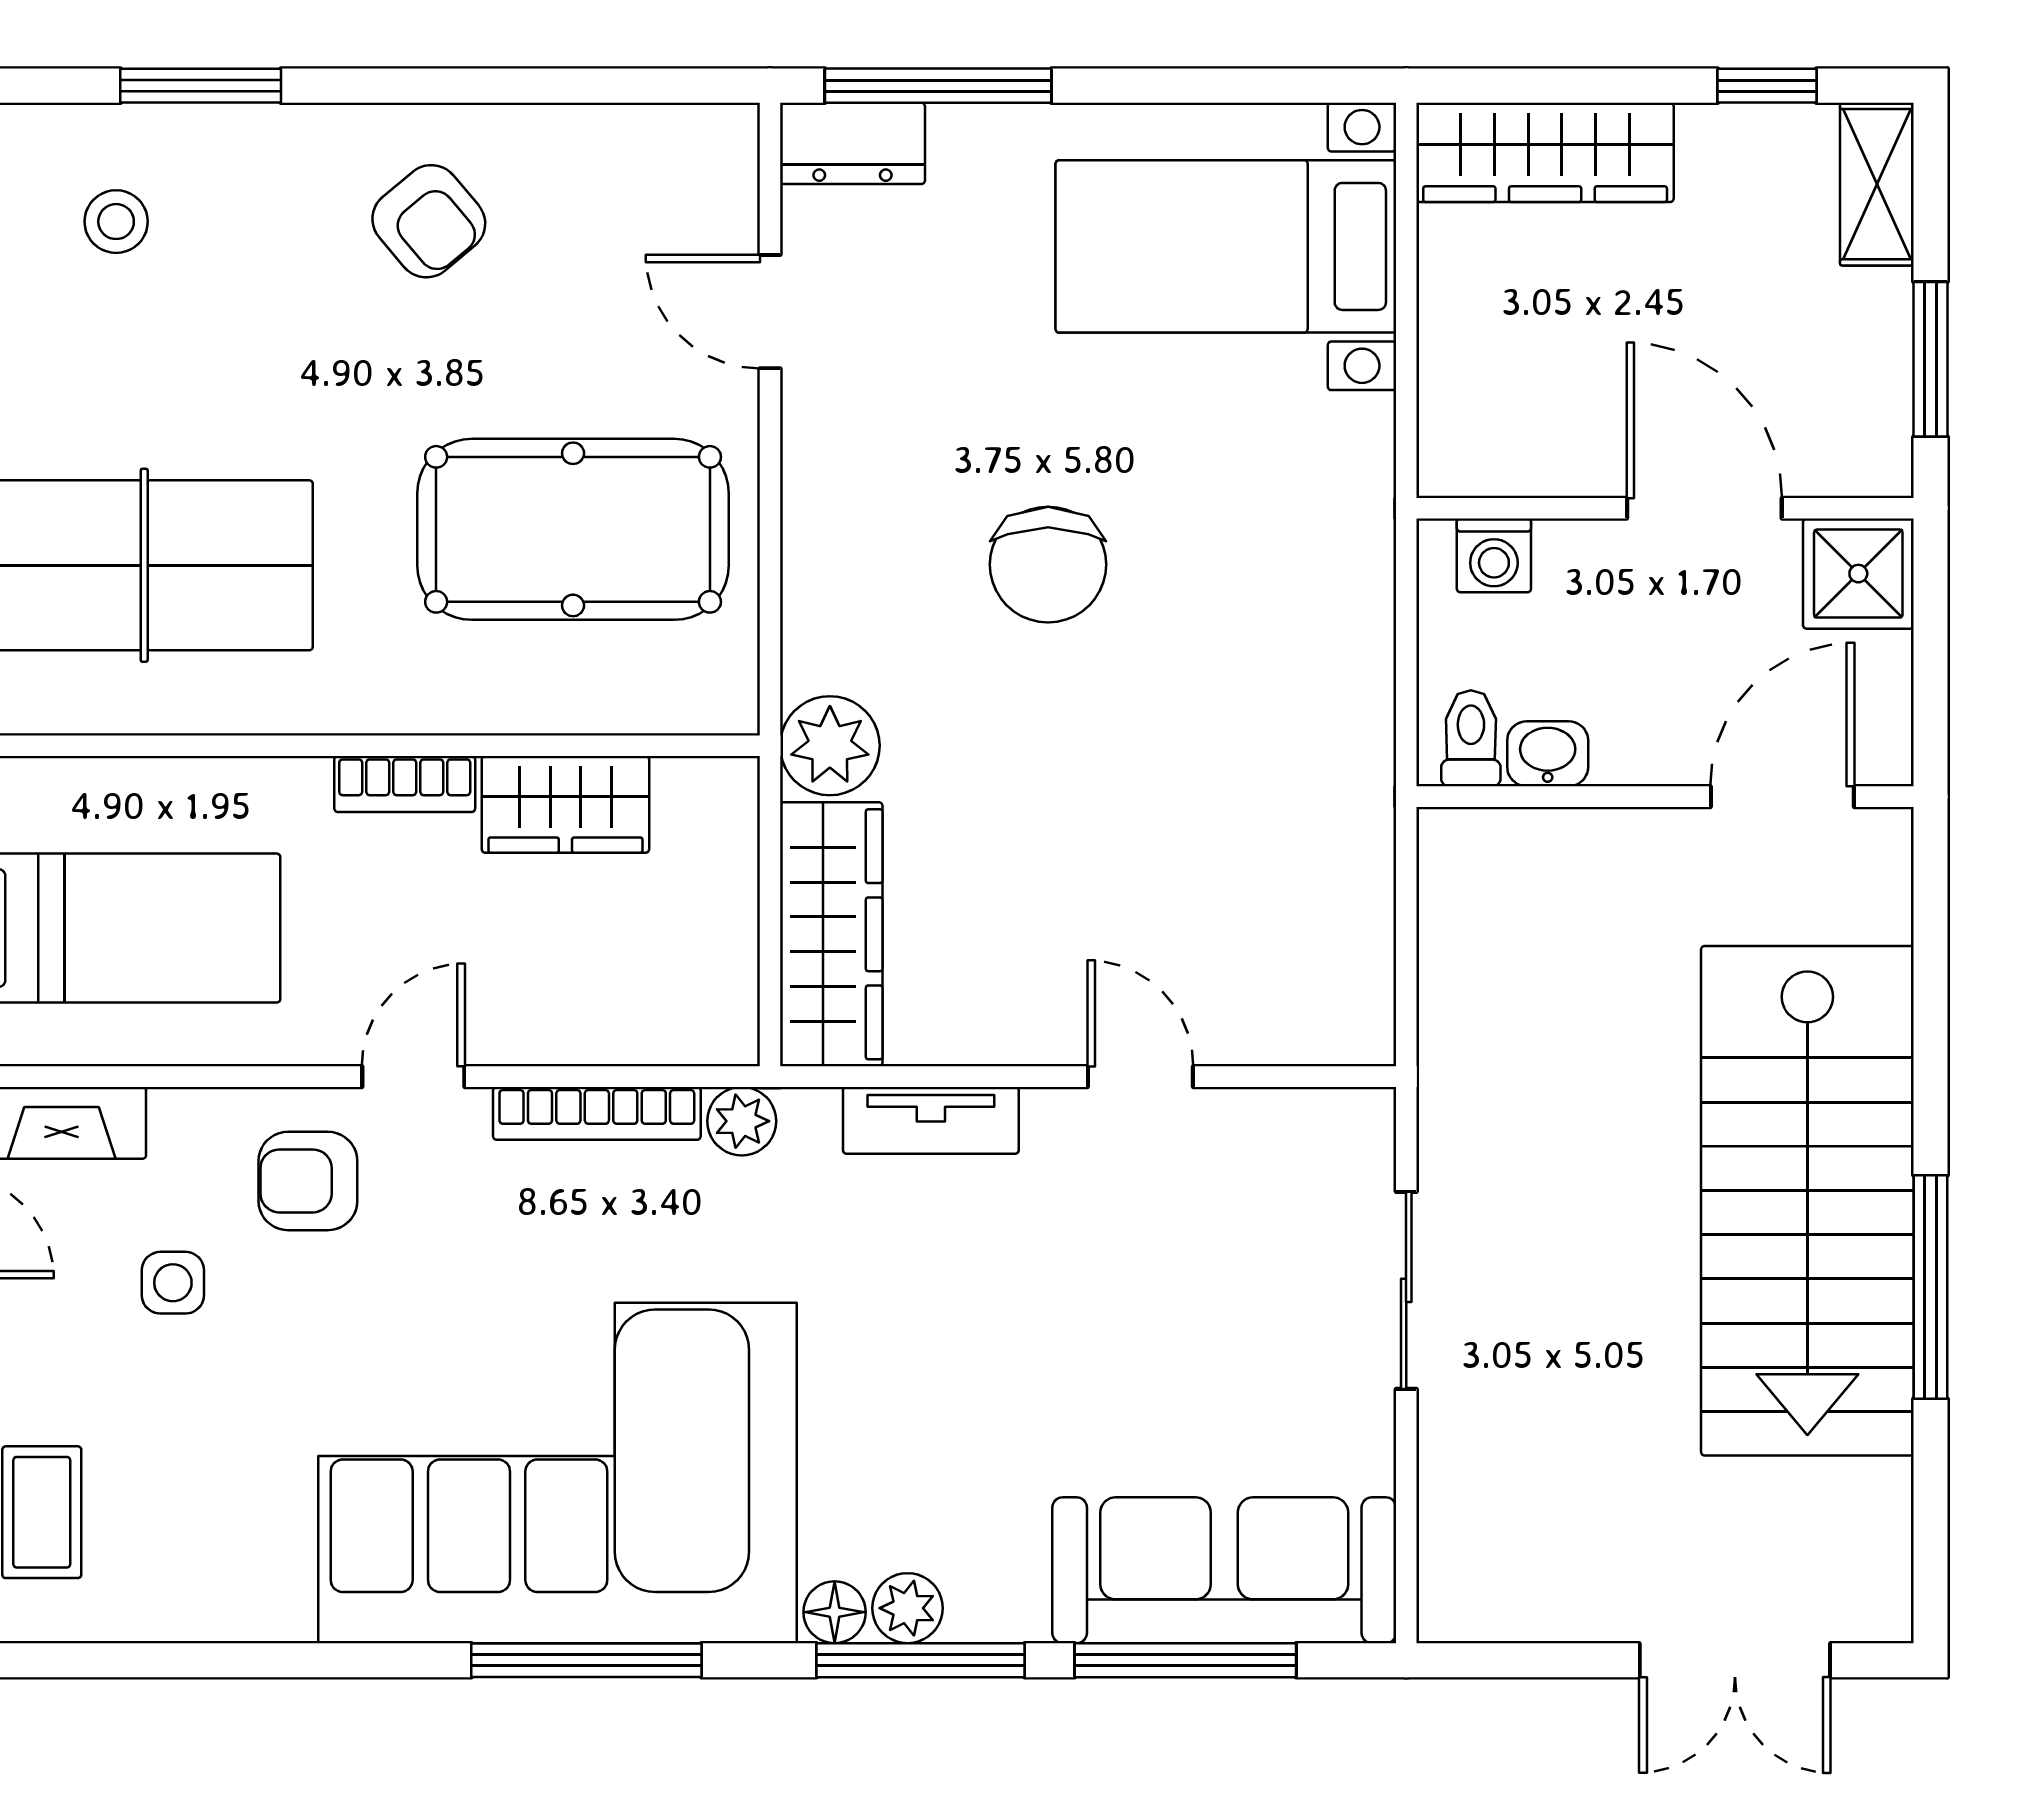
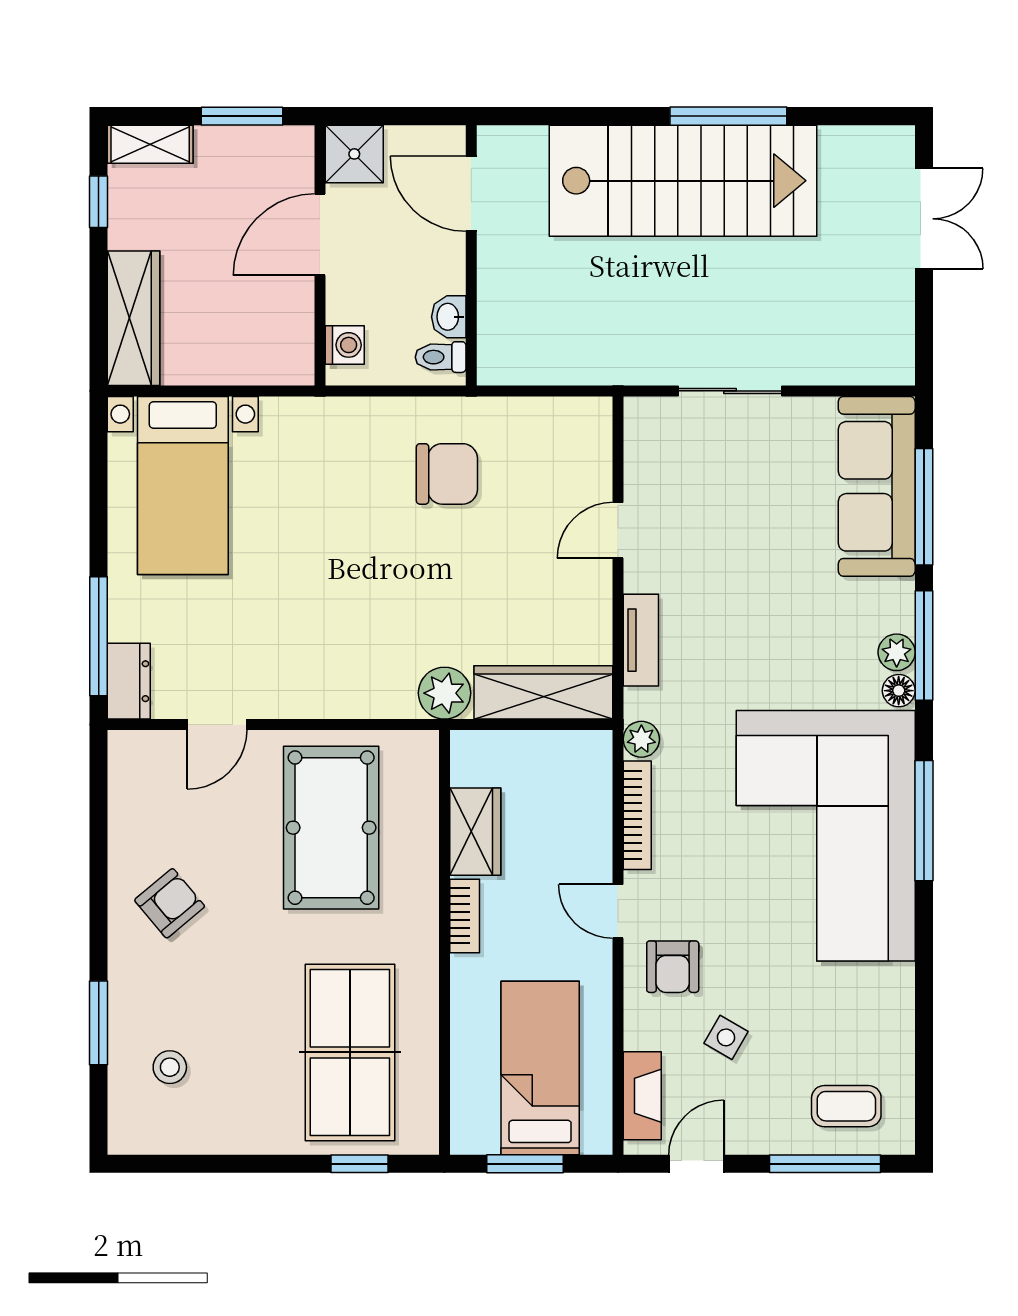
chair: (1048, 565) -> (447, 474), moved
side table: (173, 1283) -> (726, 1037), turned 30

